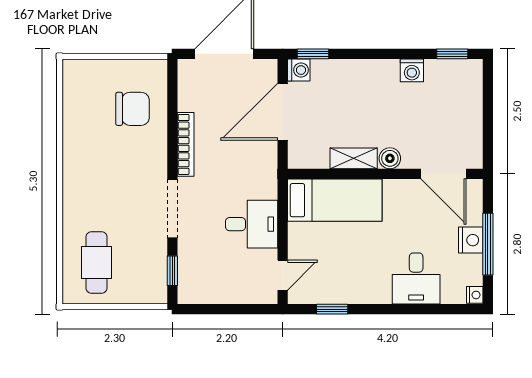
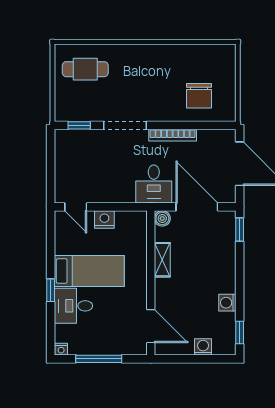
washing machine: (299, 70) -> (203, 347), moved, turned 180
boiler: (390, 158) -> (162, 218), moved
door: (444, 174) -> (151, 326), swing flipped
bed: (335, 200) -> (89, 271), moved, turned -90
desk: (252, 224) -> (154, 184), moved
nightstand: (471, 240) -> (104, 220), moved, turned 180
window: (332, 309) -> (51, 290), moved

